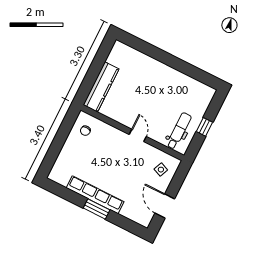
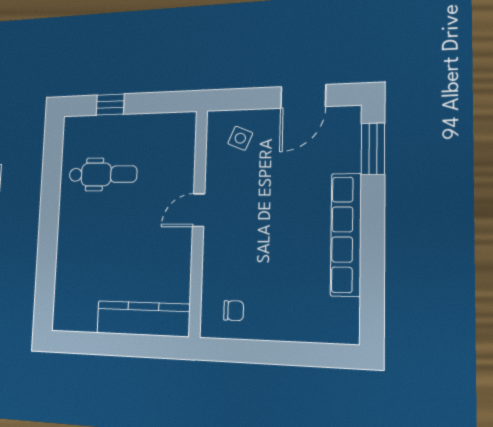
window: (204, 127) -> (110, 105), moved
dental chair: (179, 131) -> (103, 174), moved, turned 180
window: (97, 209) -> (373, 149), moved

